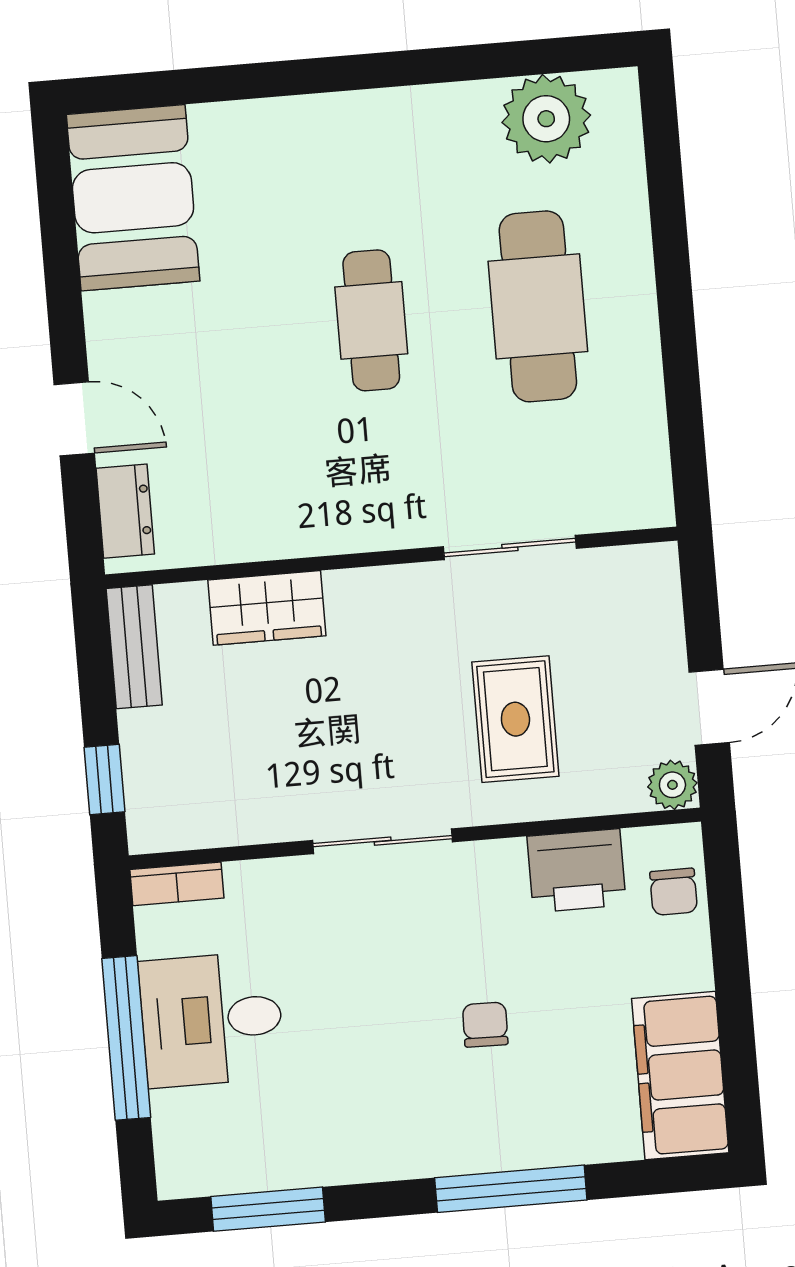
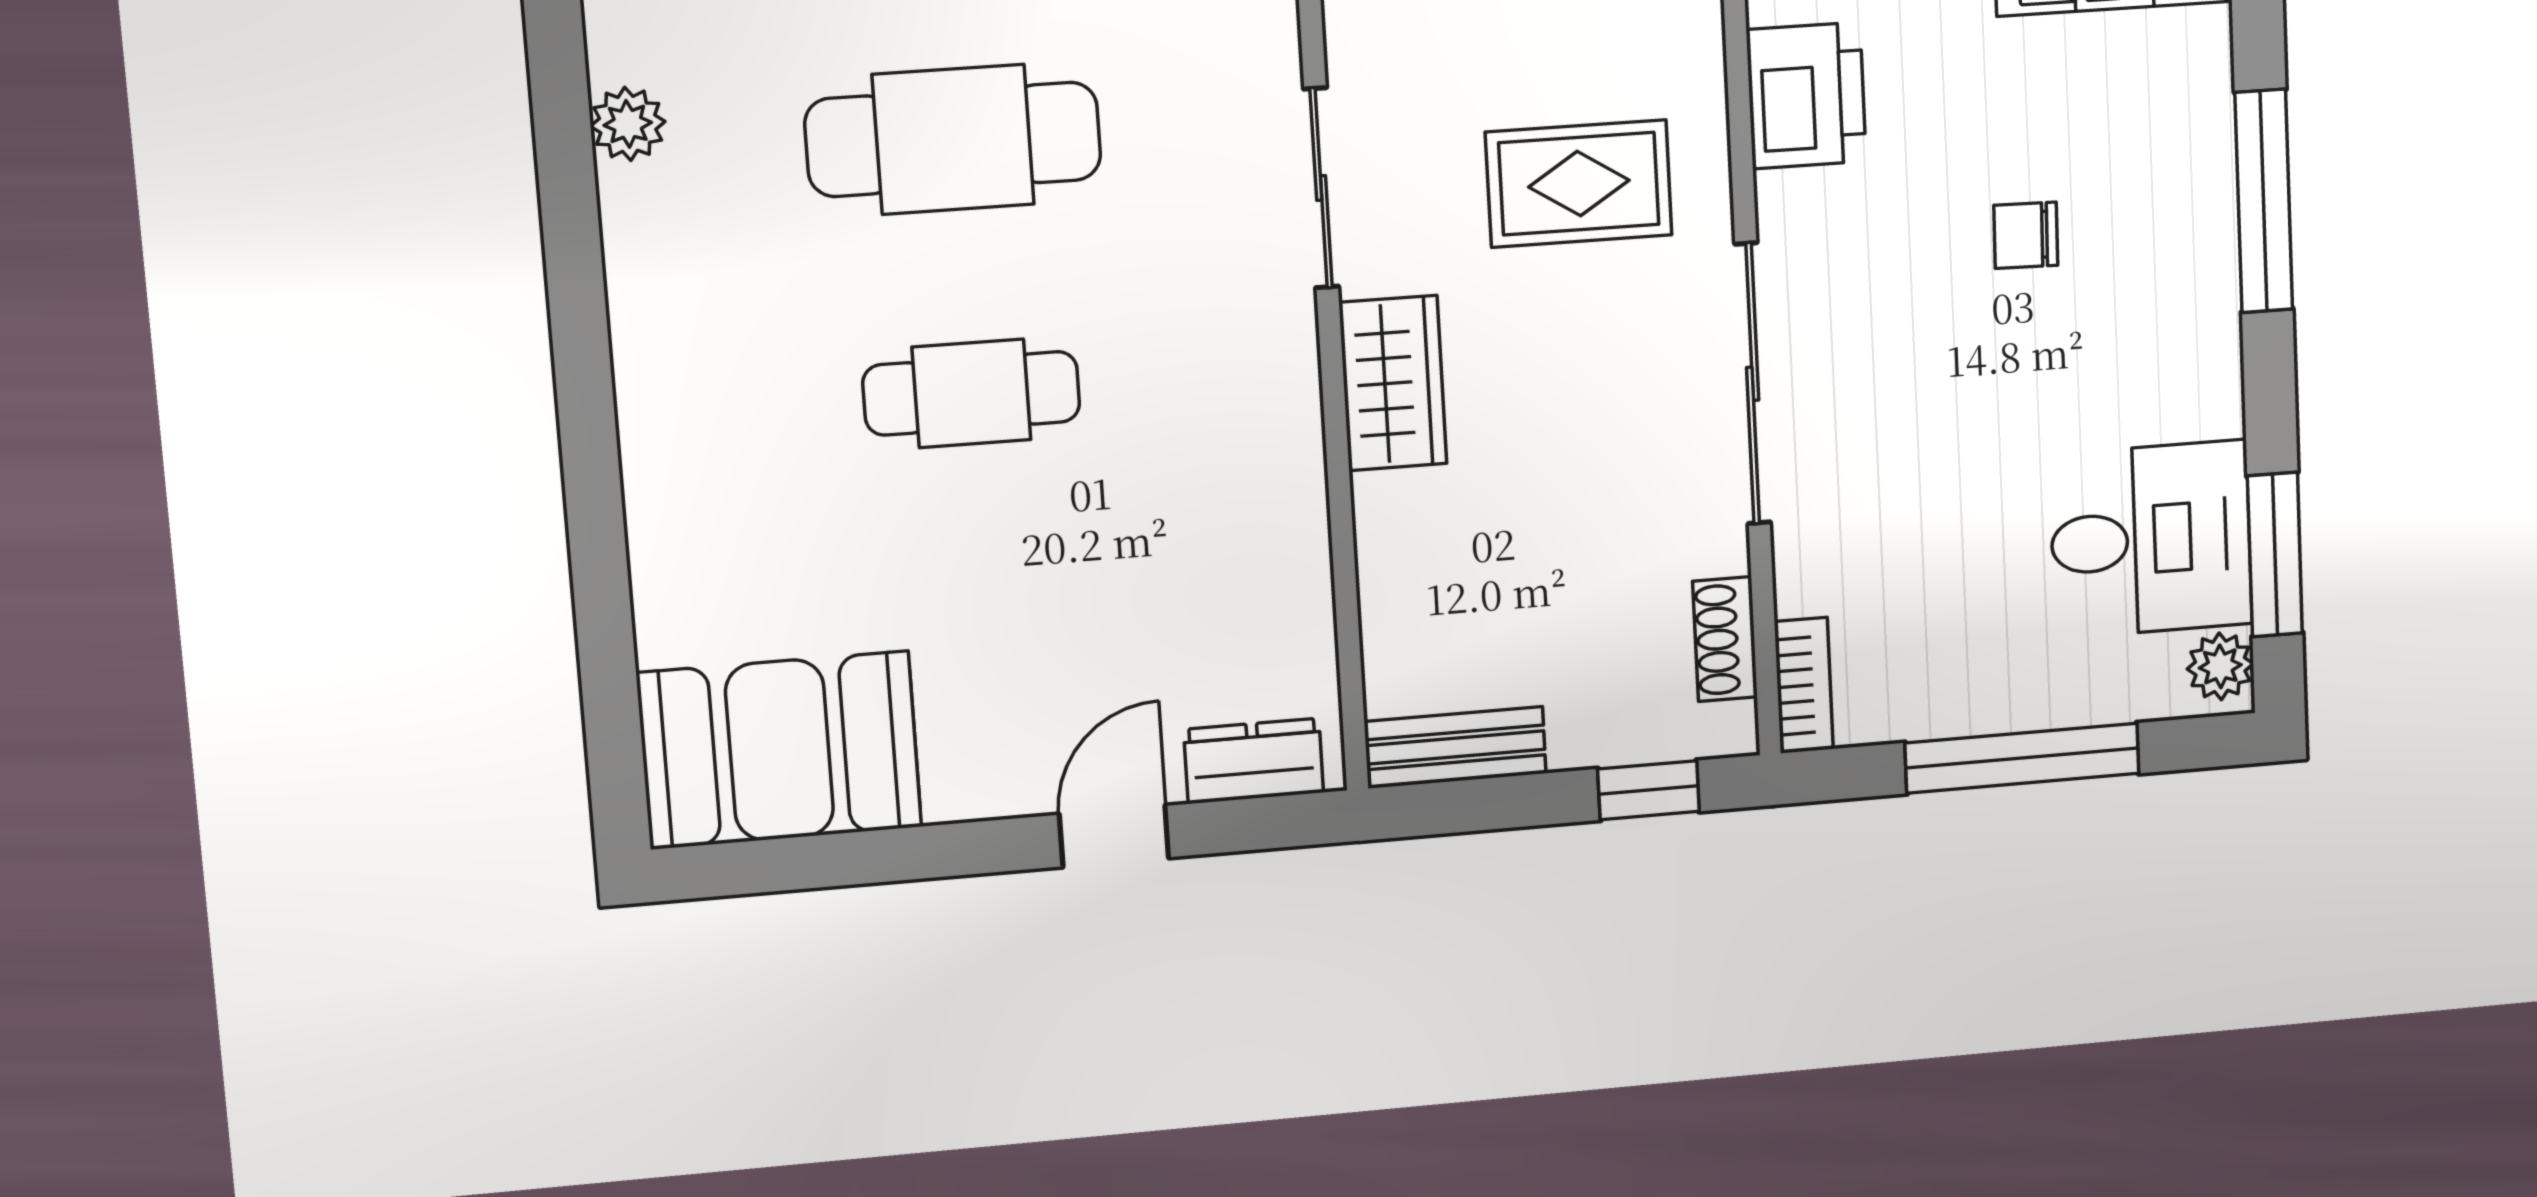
plant: (546, 119) -> (628, 124), width x0.53, depth x0.53
wardrobe: (267, 608) -> (1393, 383), moved
shoe rack: (209, 828) -> (1725, 639), added
sliding door: (383, 841) -> (1753, 384), width x1.37
desk: (212, 1019) -> (2151, 539), moved, turned -90
plant: (190, 1175) -> (2220, 666), added

